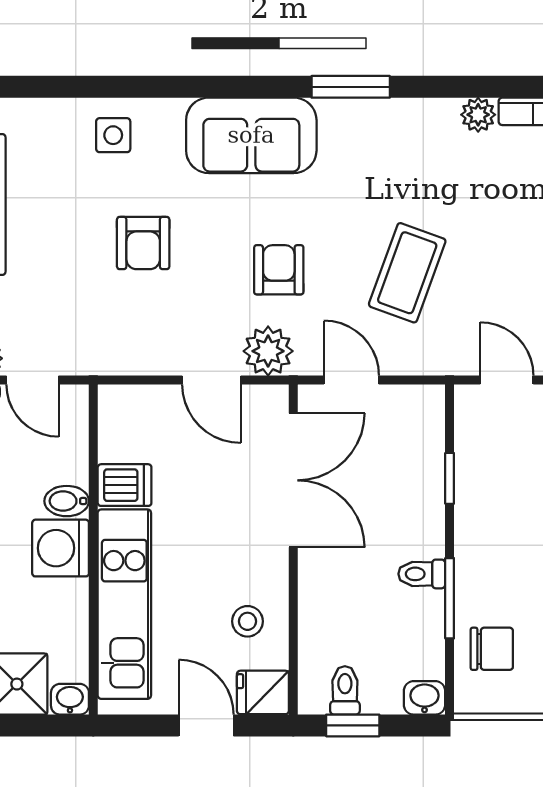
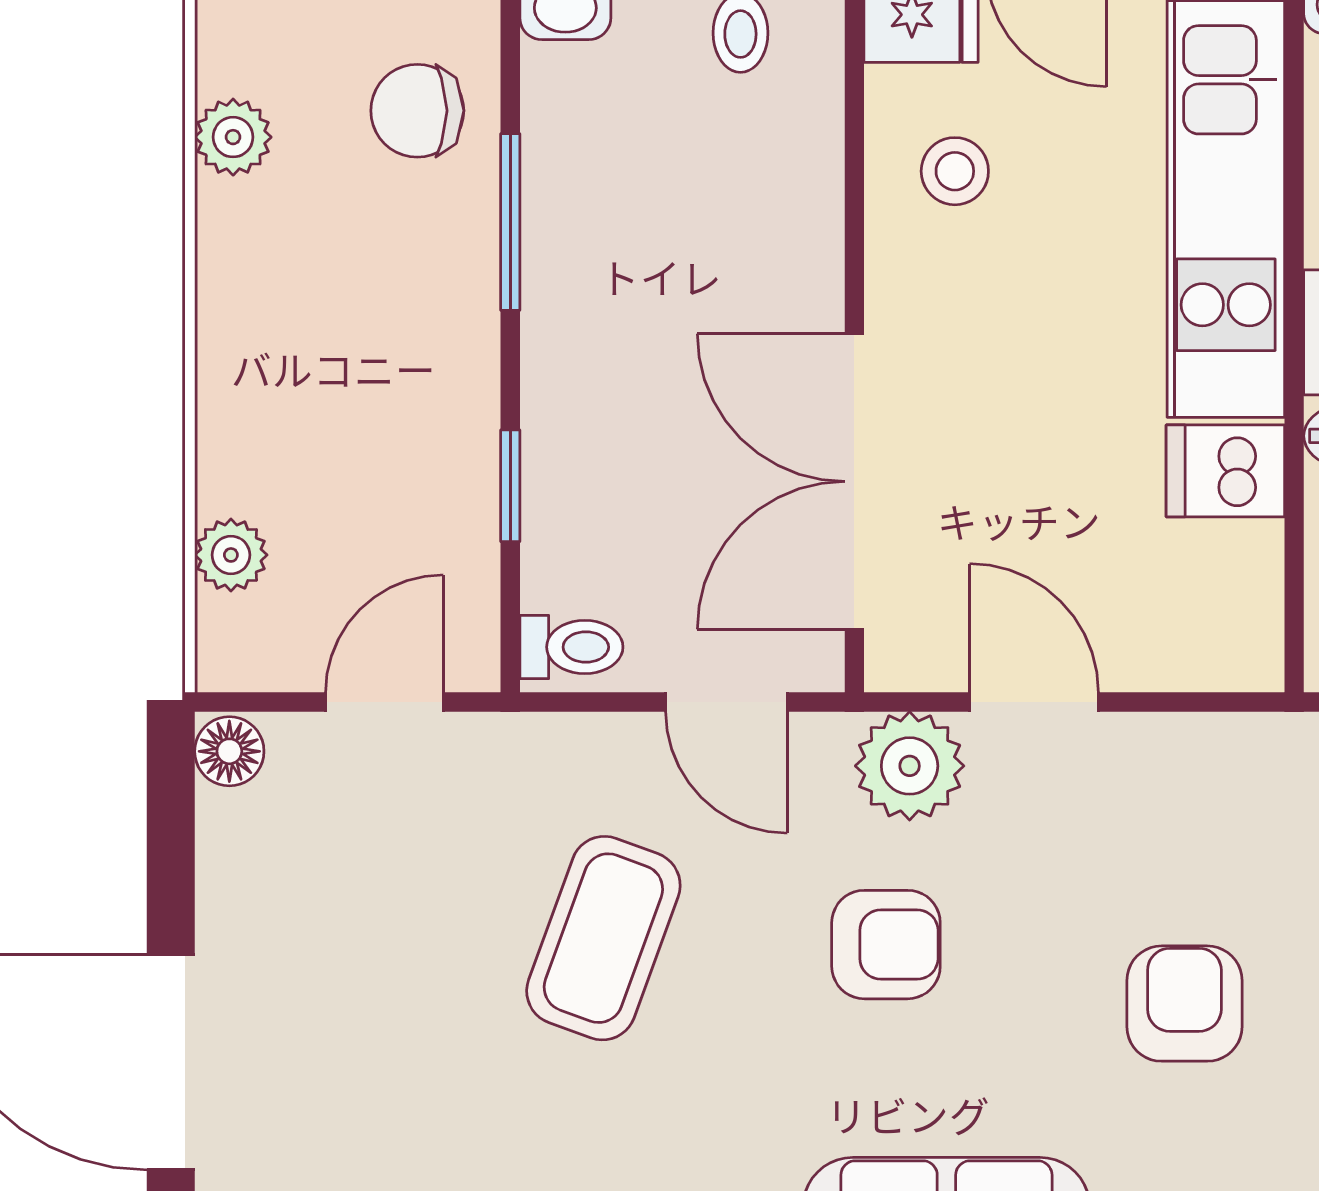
armchair: (279, 270) -> (886, 945), turned -90
door: (507, 380) -> (384, 702), swing flipped
toilet: (422, 574) -> (571, 647), moved

